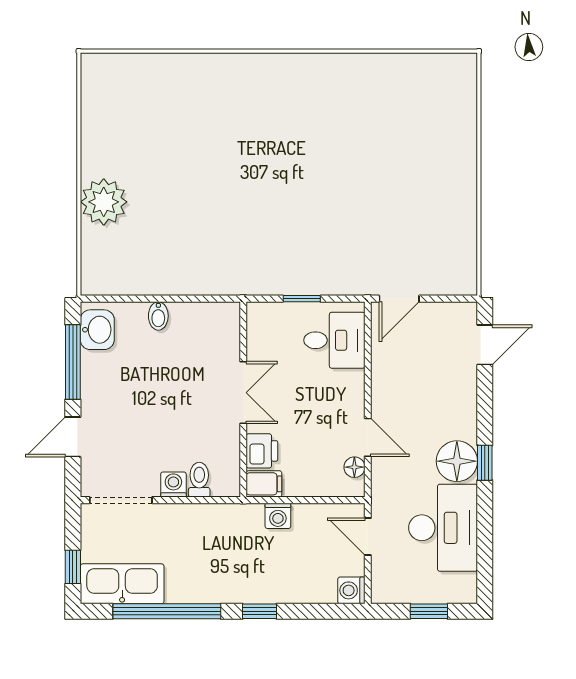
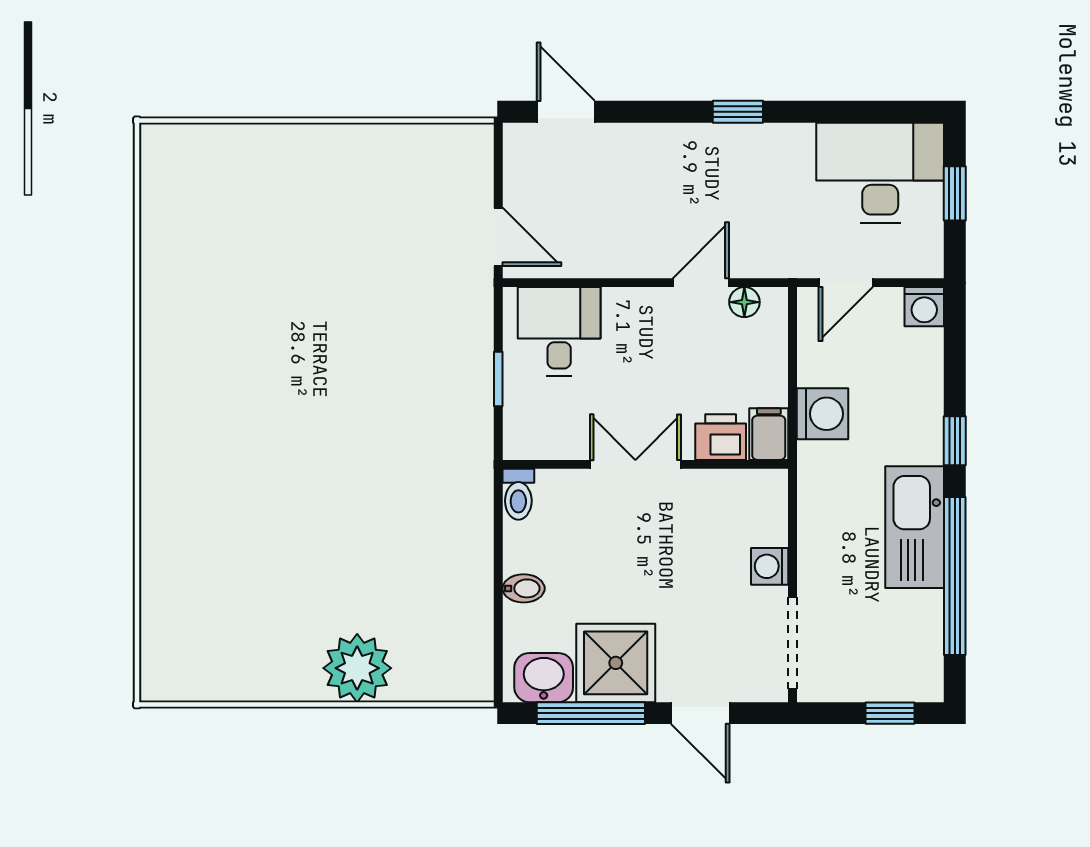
shower: (107, 379) -> (616, 663), added
floor lamp: (457, 461) -> (736, 153), removed
toilet: (199, 480) -> (518, 494), moved, turned -90
washing machine: (278, 516) -> (822, 414), width x1.38, depth x1.38
desk: (443, 528) -> (880, 173), moved
kitchen sink: (122, 584) -> (915, 527), moved

